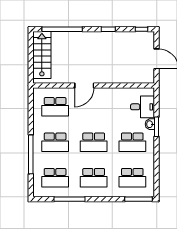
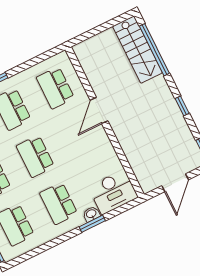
stairs: (42, 55) -> (137, 50), moved, turned 90
door: (84, 85) -> (99, 111), hinge flipped
desk: (143, 107) -> (113, 192), width x1.37

